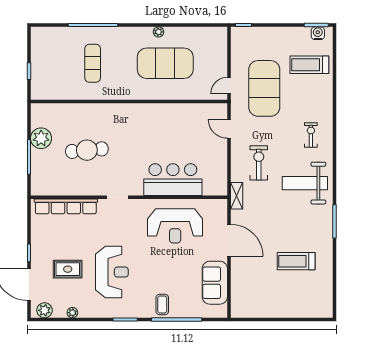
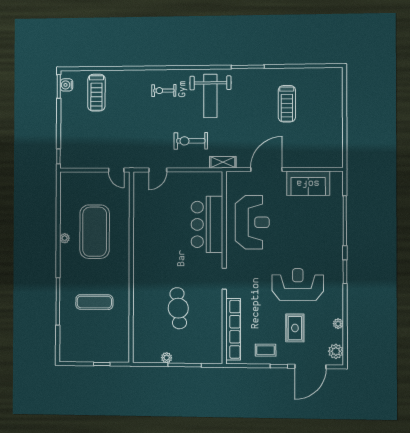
exercise mat: (264, 88) -> (119, 136), removed
plant: (41, 138) -> (167, 358), width x0.53, depth x0.53
coffee table: (162, 304) -> (266, 350), moved

